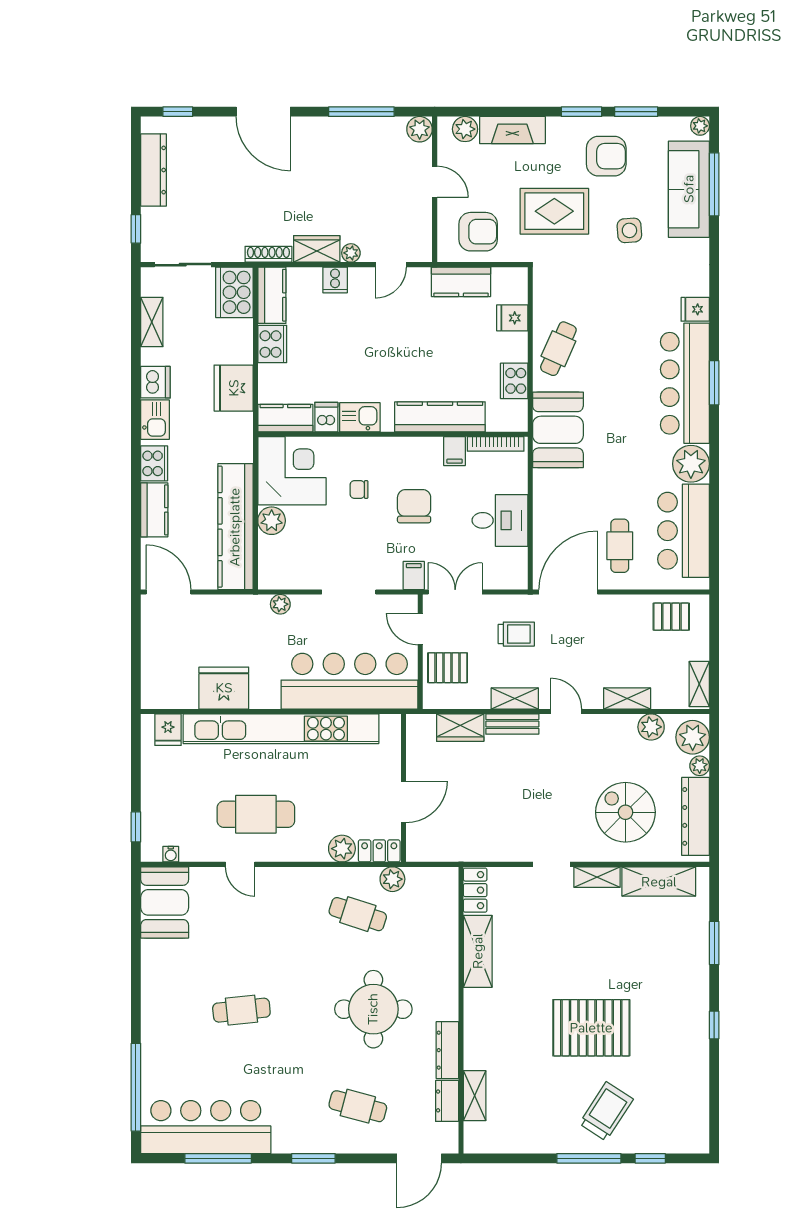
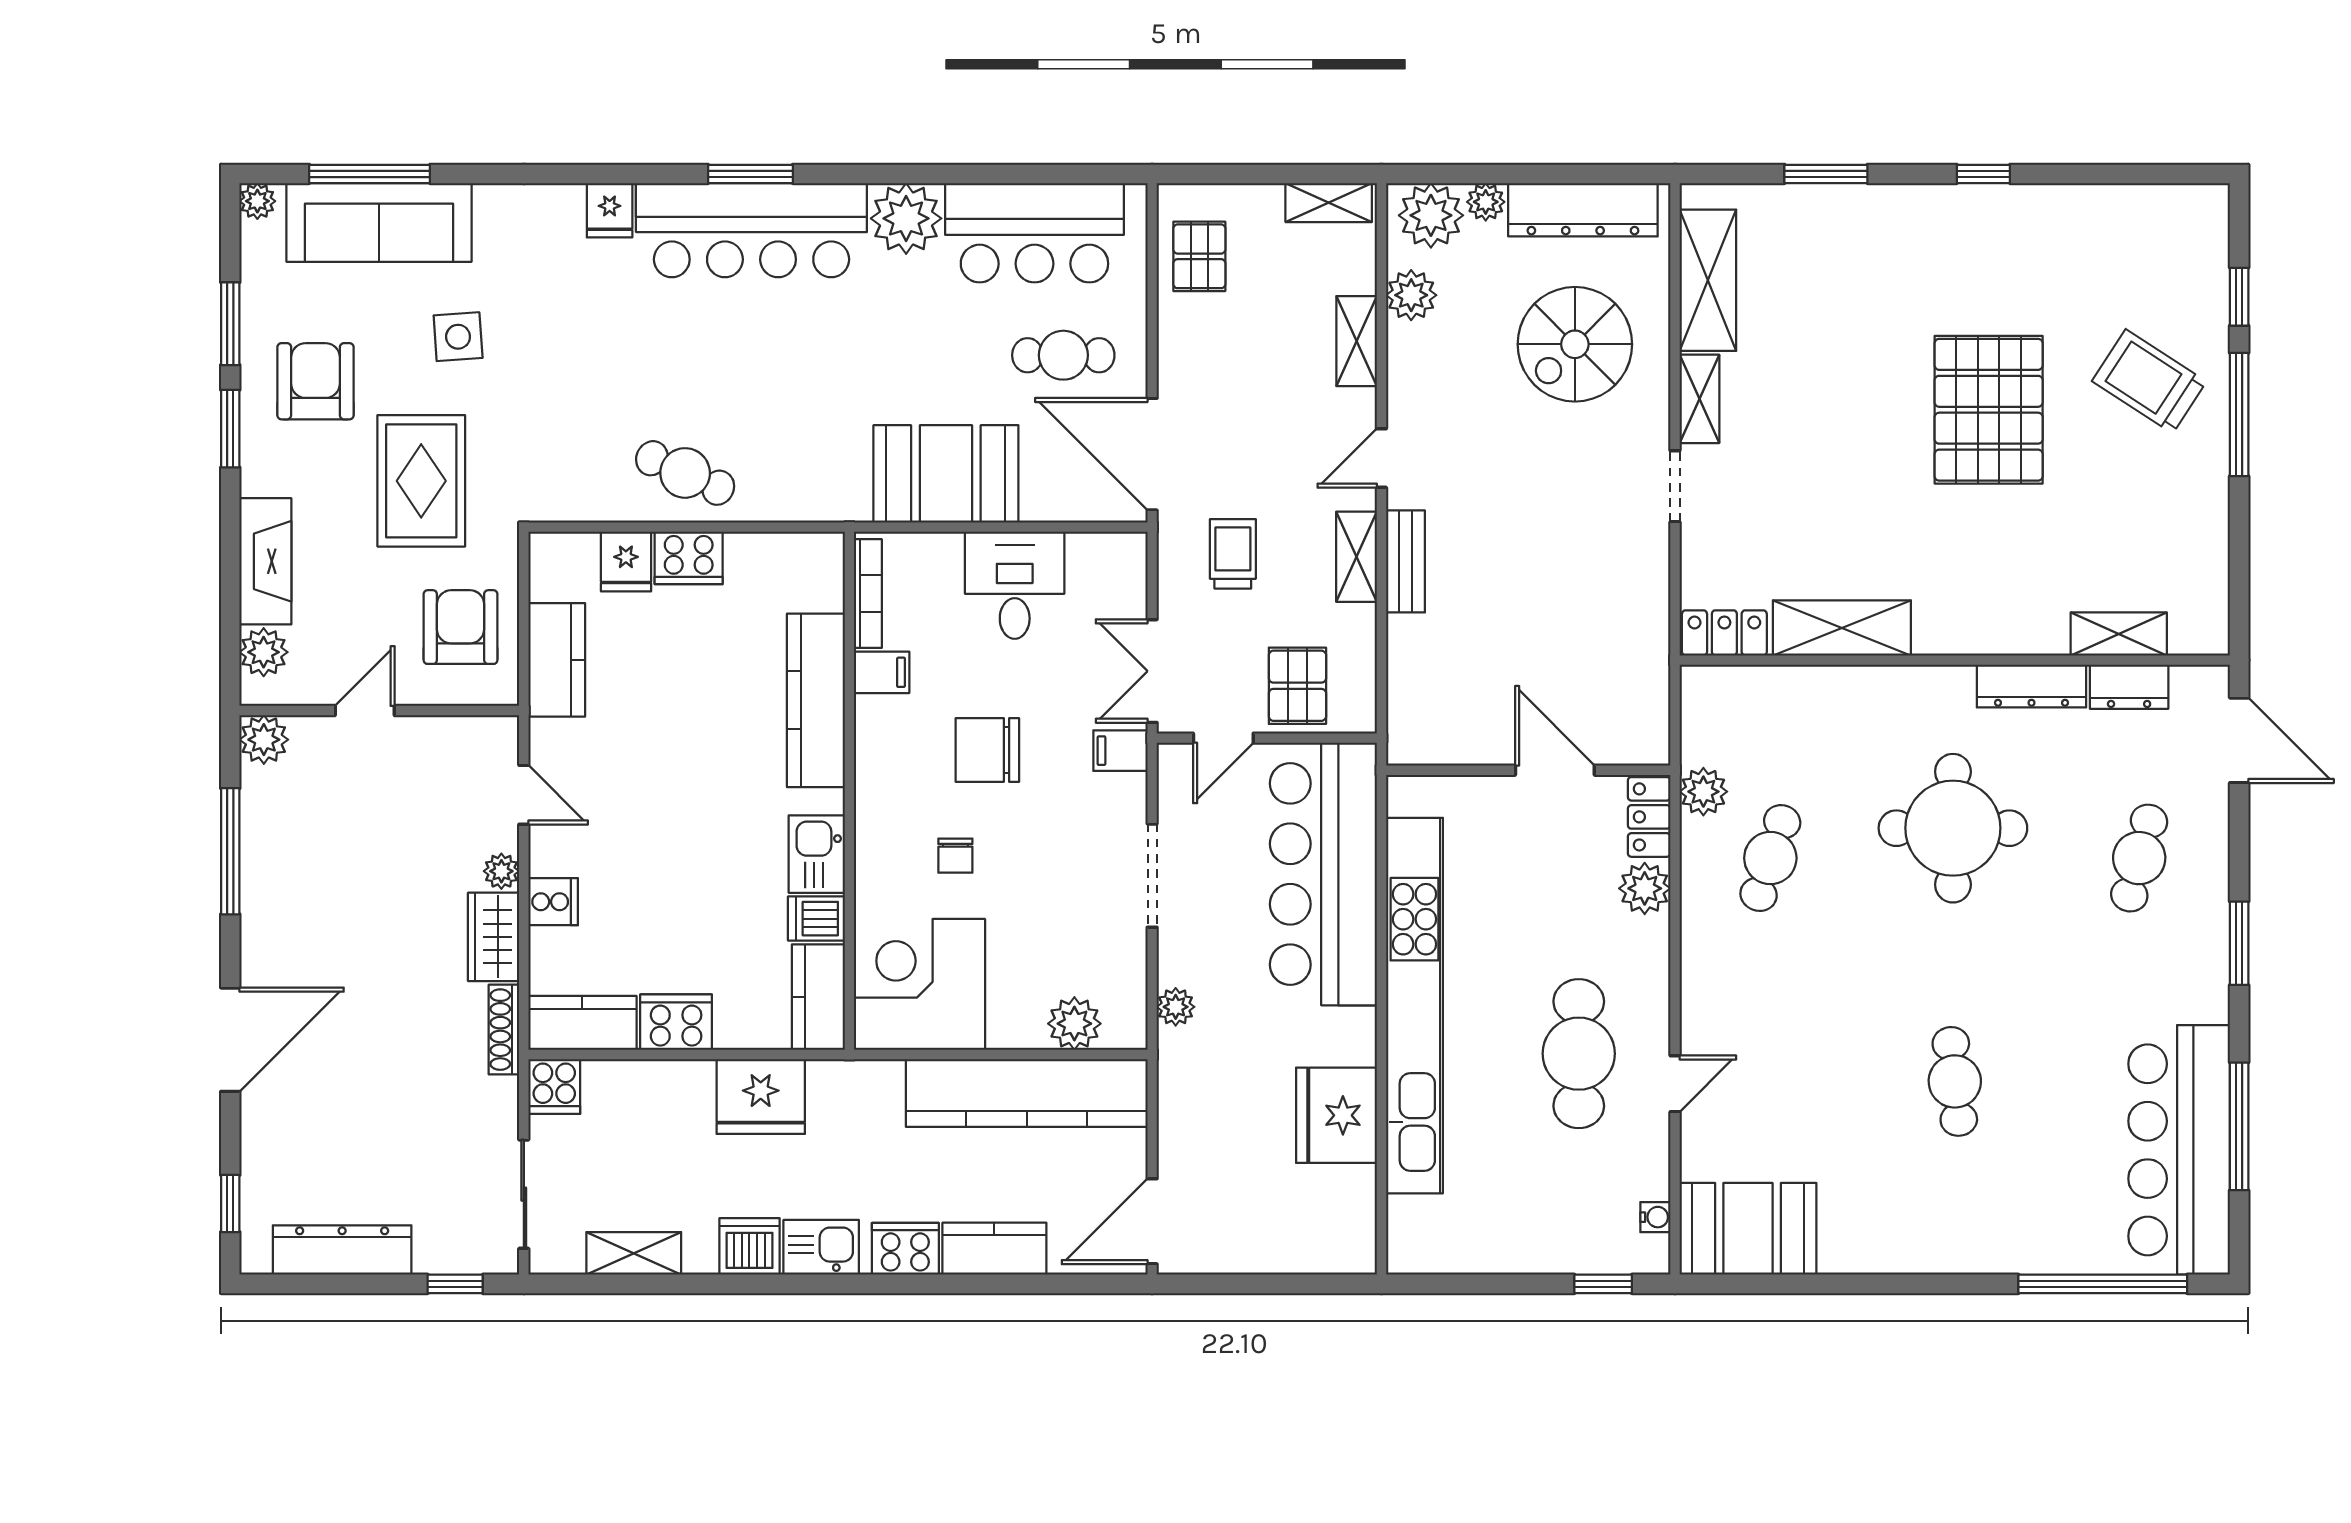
cooker: (234, 292) -> (554, 1086), width x0.53, depth x0.76
cooker: (514, 381) -> (689, 558), moved
booth: (558, 430) -> (946, 474), moved
plant: (272, 521) -> (1074, 1024), moved
wardrobe: (460, 728) -> (1412, 661), removed
fridge: (168, 730) -> (1416, 1222), removed

